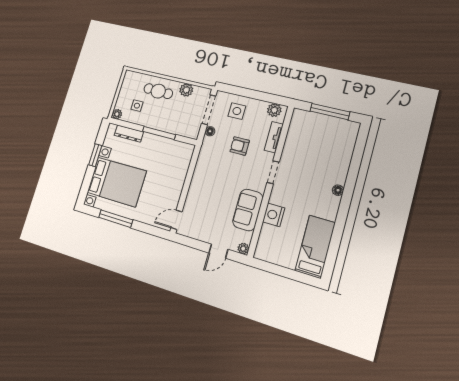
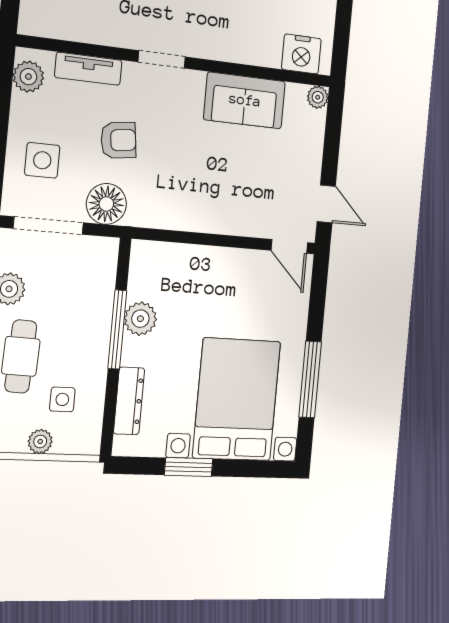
plant: (117, 114) -> (40, 441), moved
floor lamp: (210, 131) -> (106, 204), width x1.89, depth x1.89
plant: (161, 144) -> (140, 319), added
armchair: (240, 146) -> (118, 140), turned -97
nightstand: (274, 215) -> (301, 54), moved
door: (218, 251) -> (326, 204), moved

